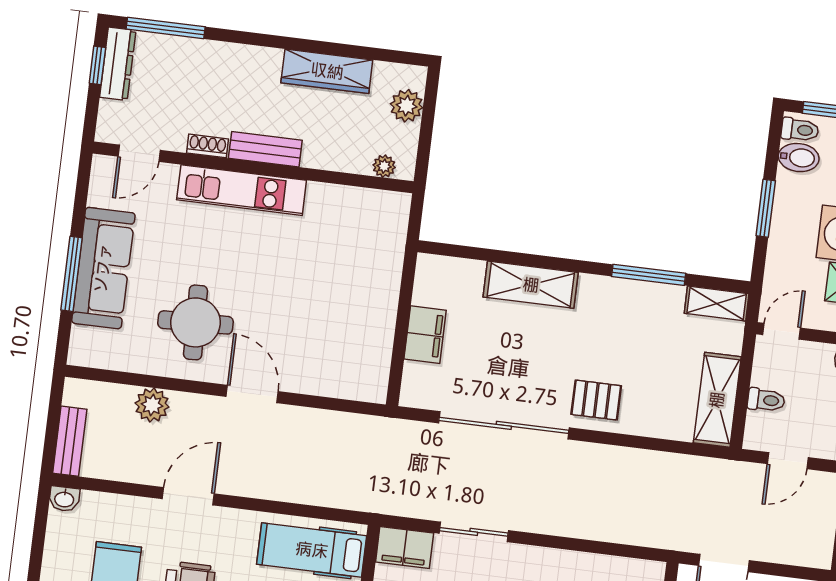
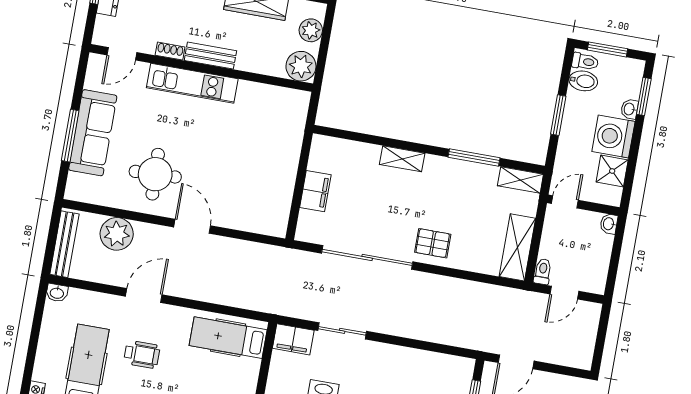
plant: (384, 166) -> (301, 66), width x1.87, depth x1.87
shelving: (531, 285) -> (402, 159), width x0.67, depth x0.75
toilet: (766, 400) -> (543, 272), moved, turned -90
plant: (152, 405) -> (117, 234), width x1.36, depth x1.36
bench: (70, 441) -> (64, 244), width x1.36

